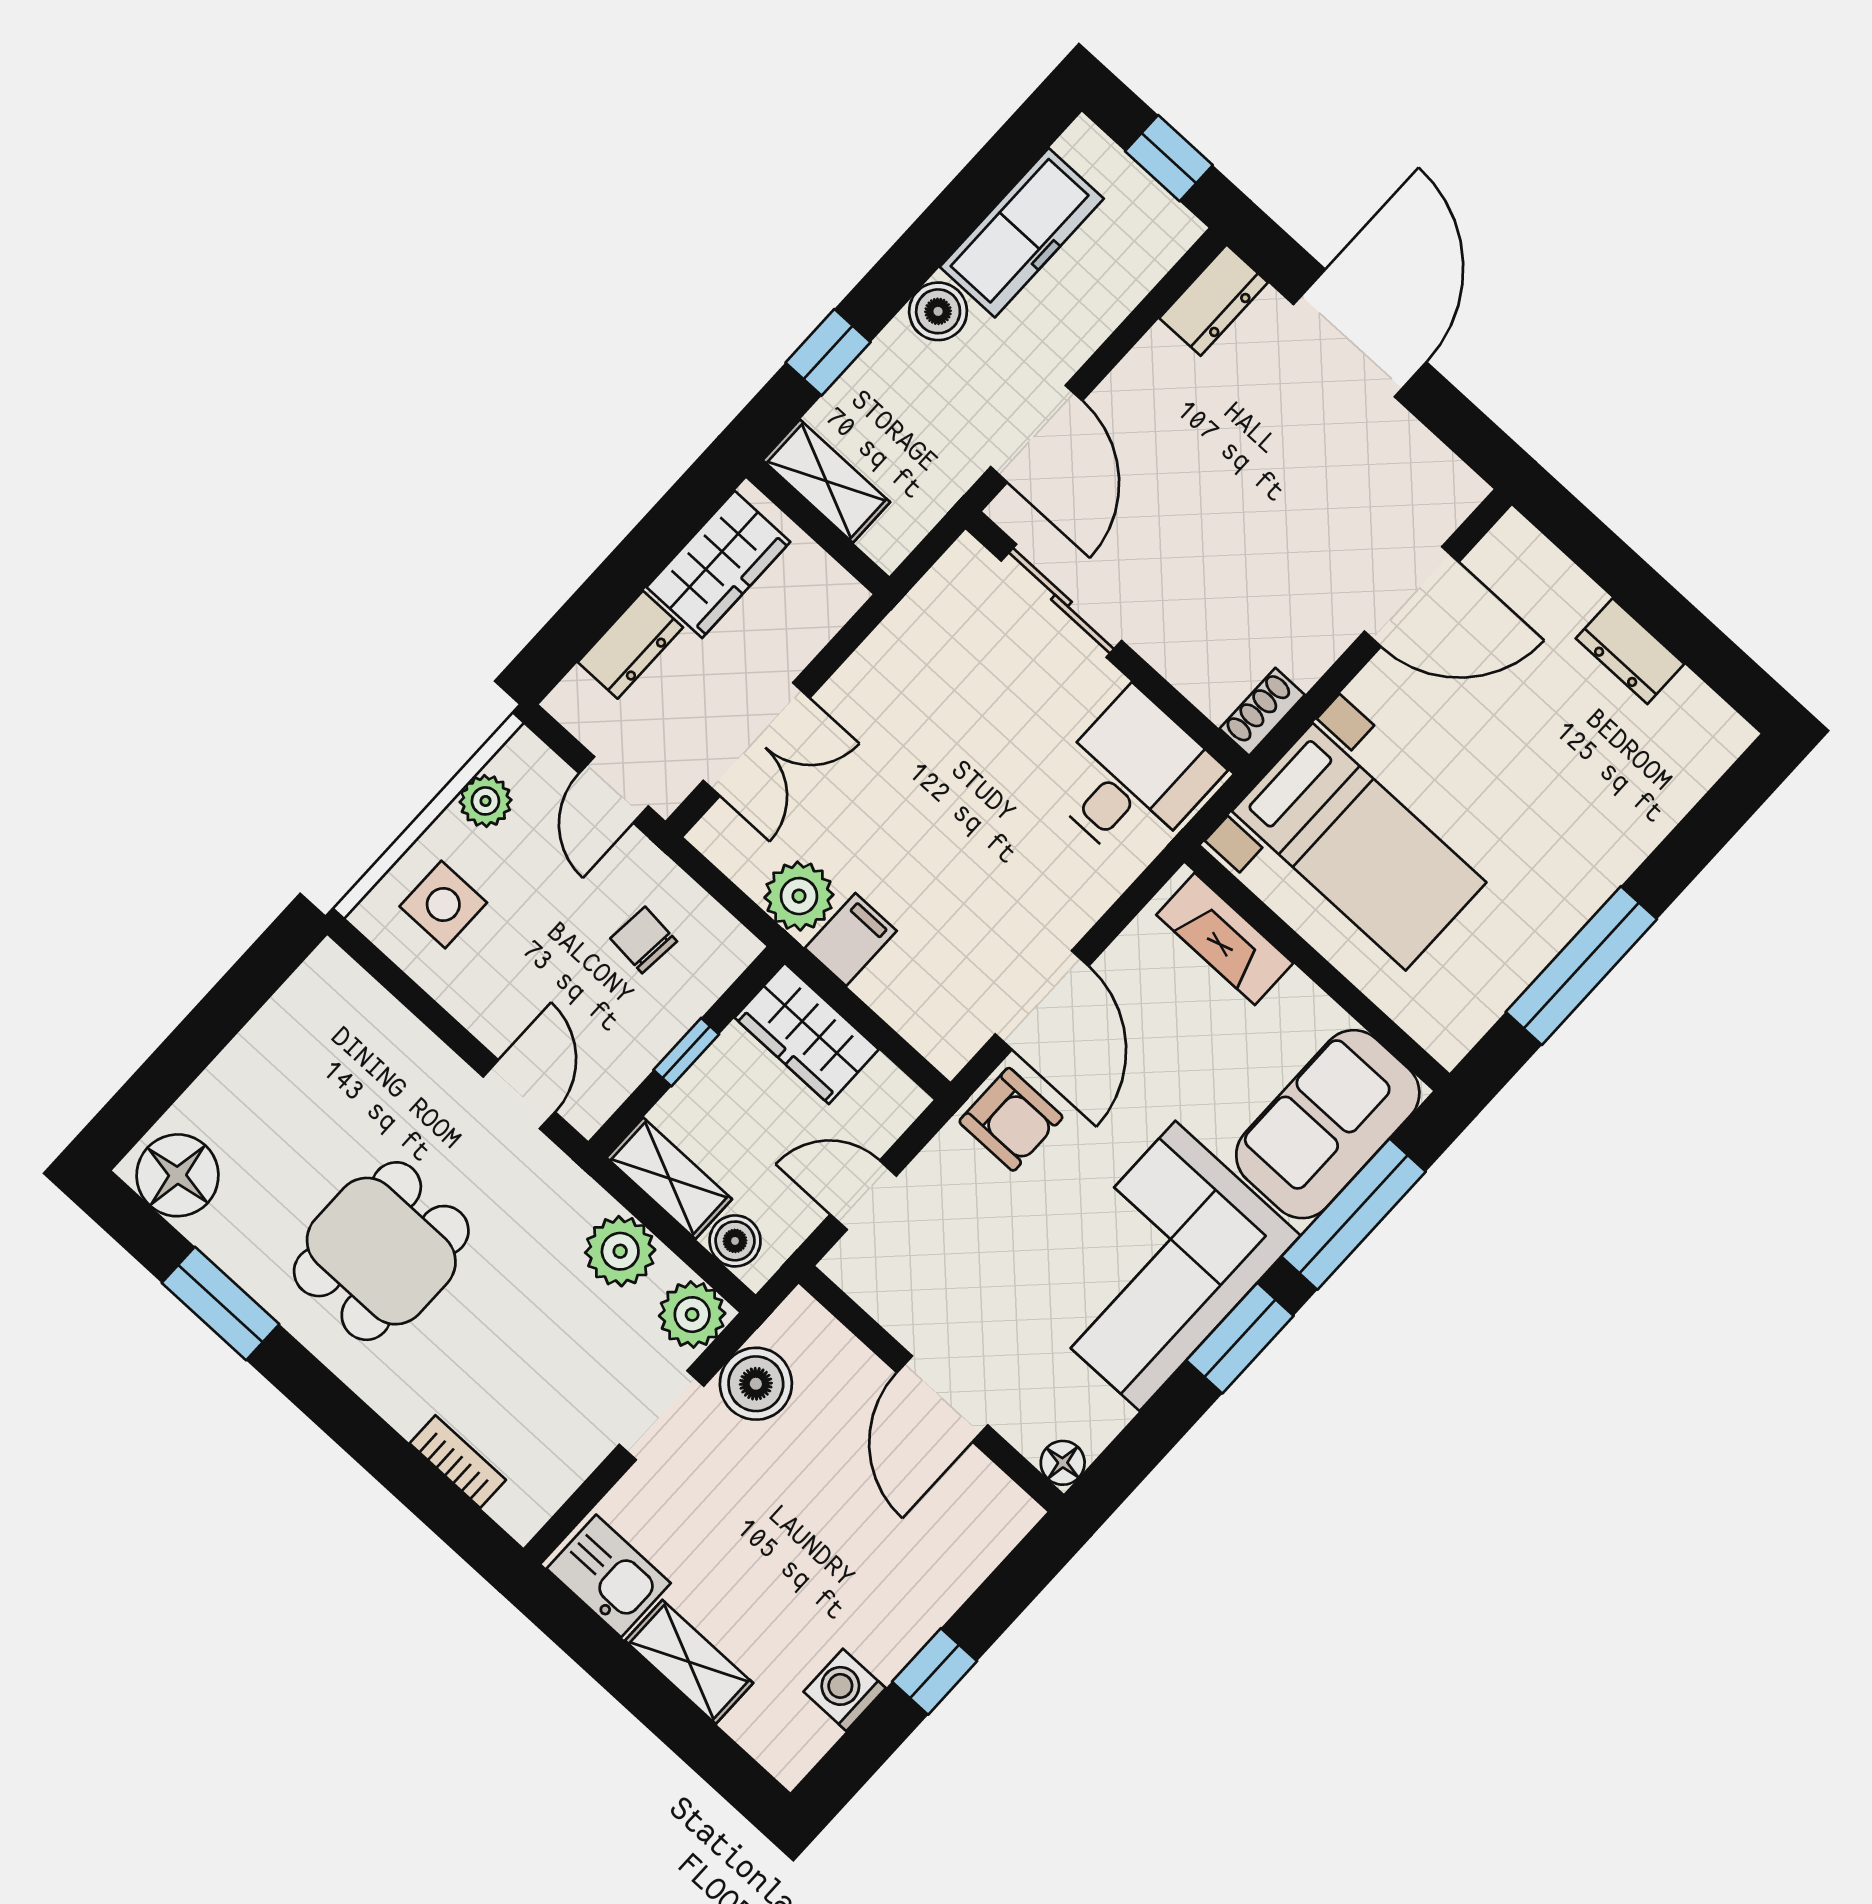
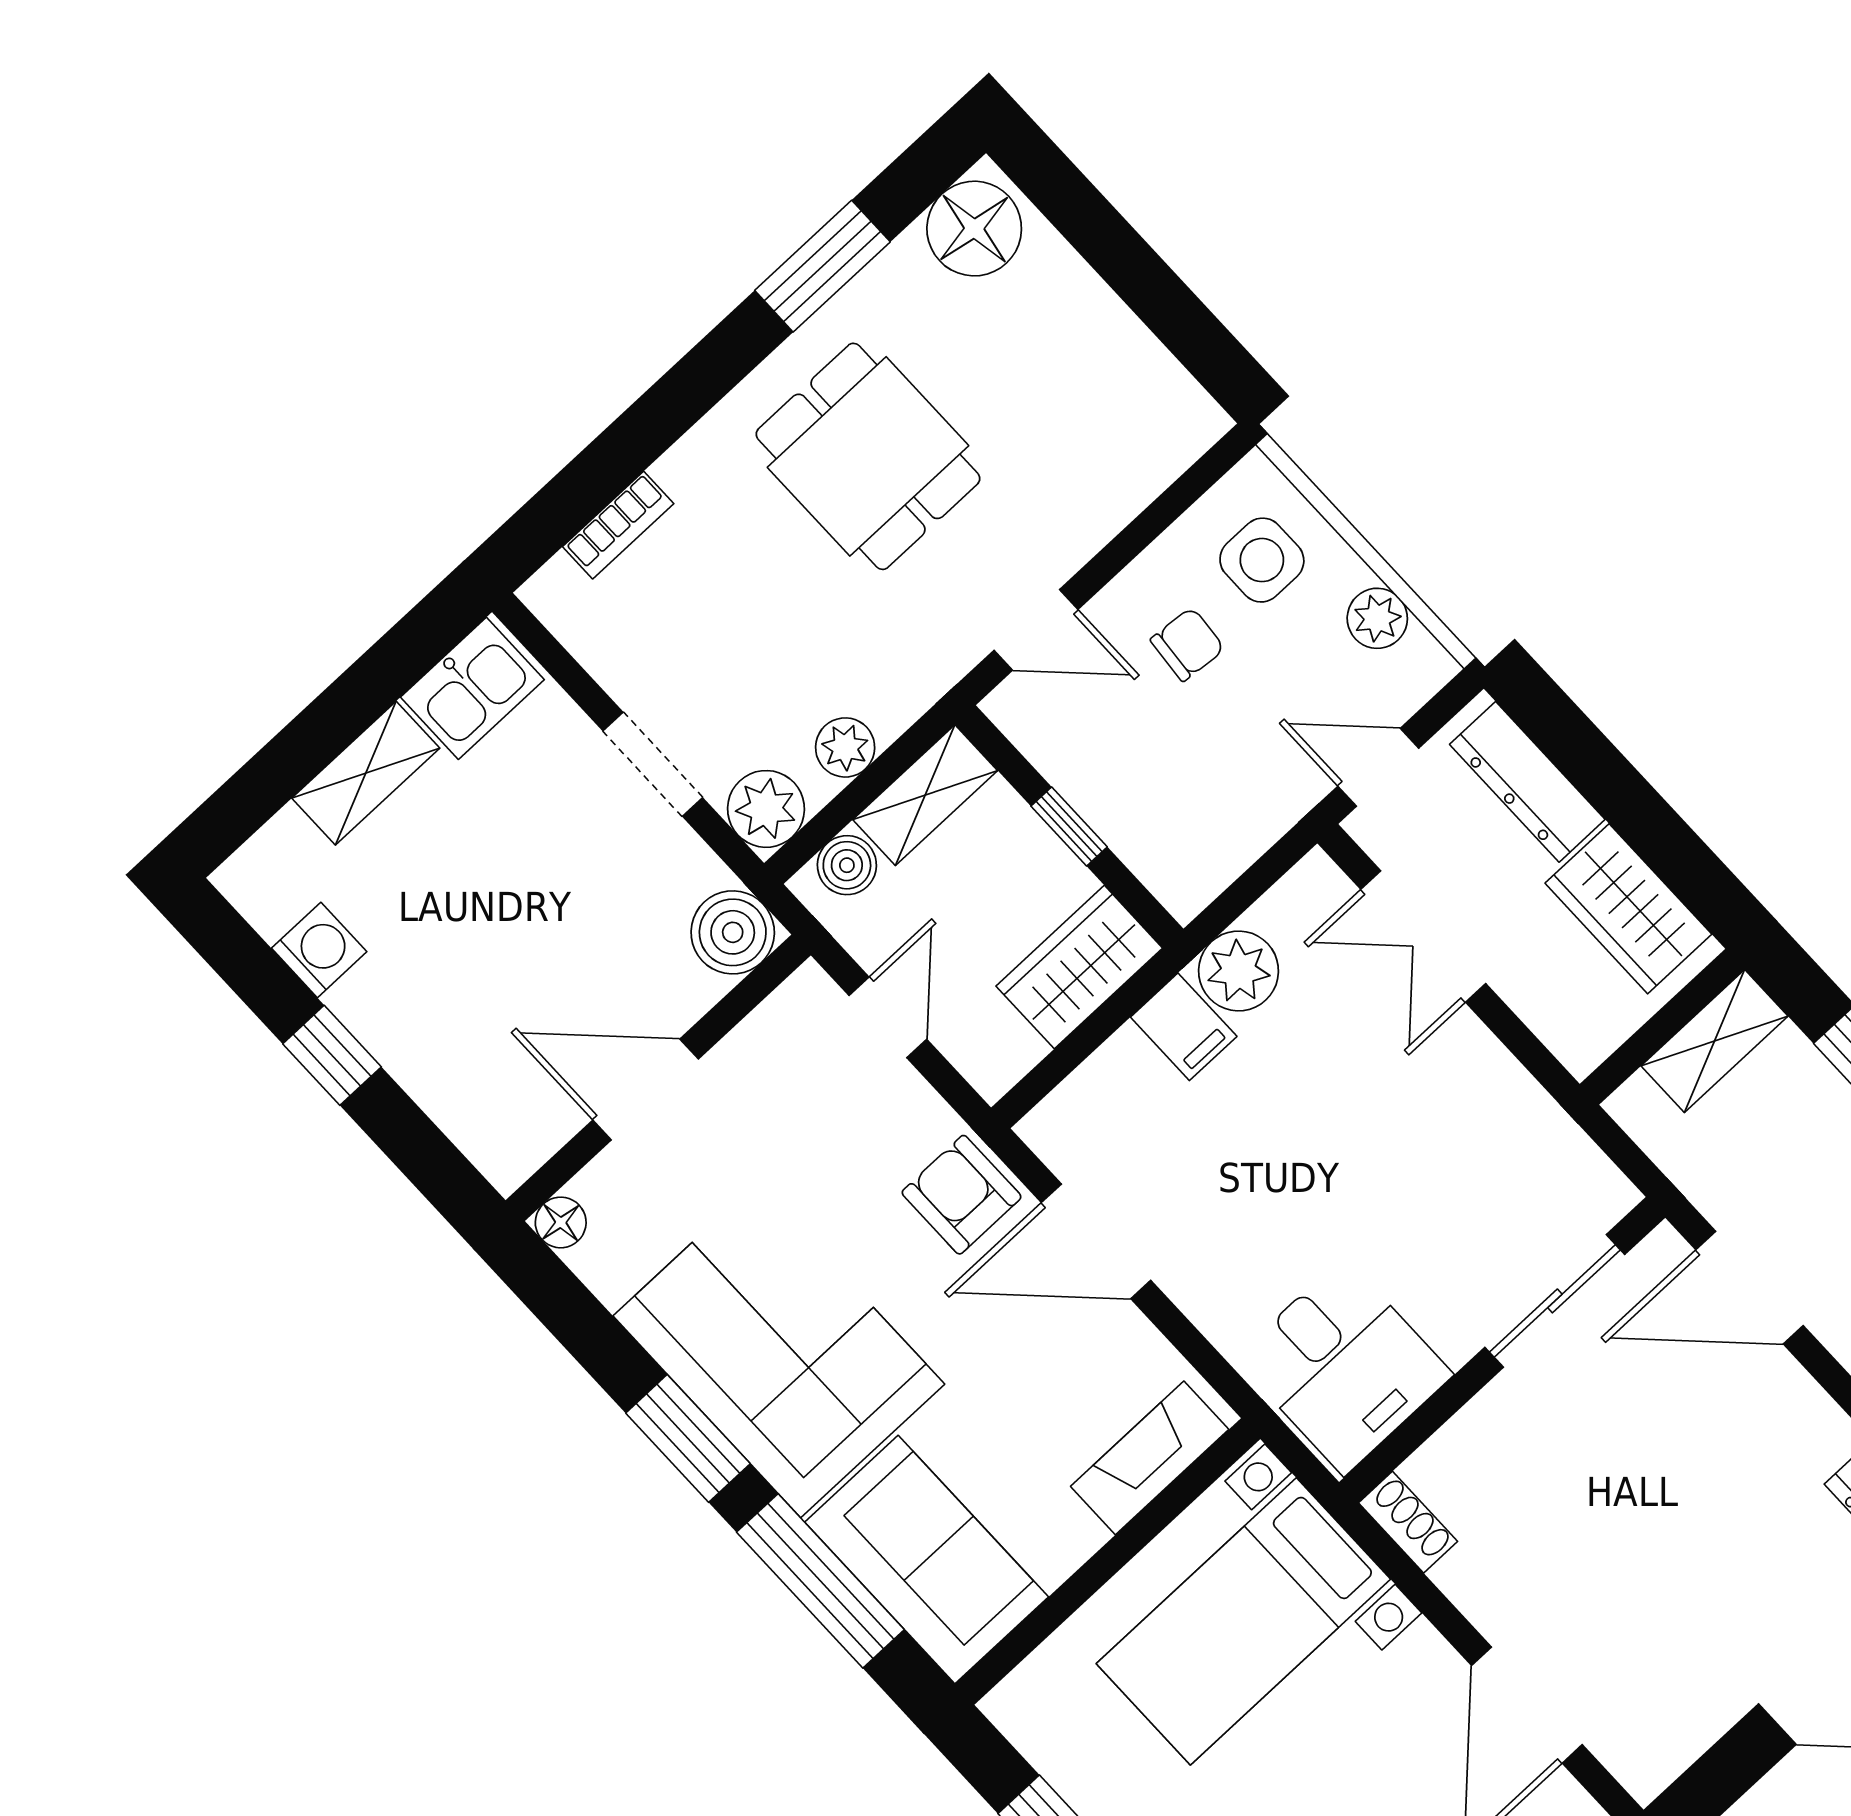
dresser: (630, 645) -> (1527, 782), width x1.44
chair: (644, 940) -> (1187, 644), moved
armchair: (1011, 1119) -> (961, 1195), turned 90
plant: (620, 1251) -> (845, 747), width x0.73, depth x0.73
boiler: (756, 1384) -> (733, 932), moved

